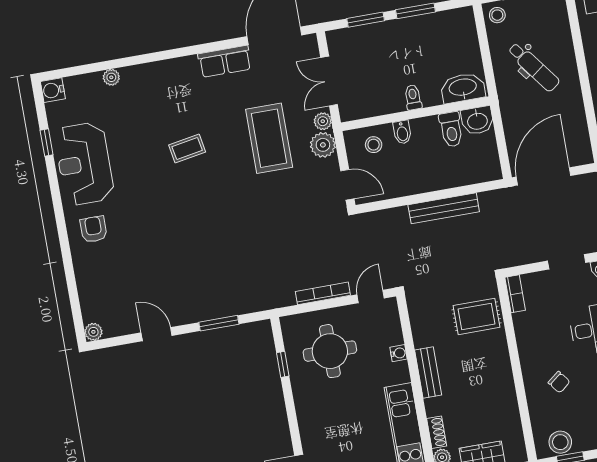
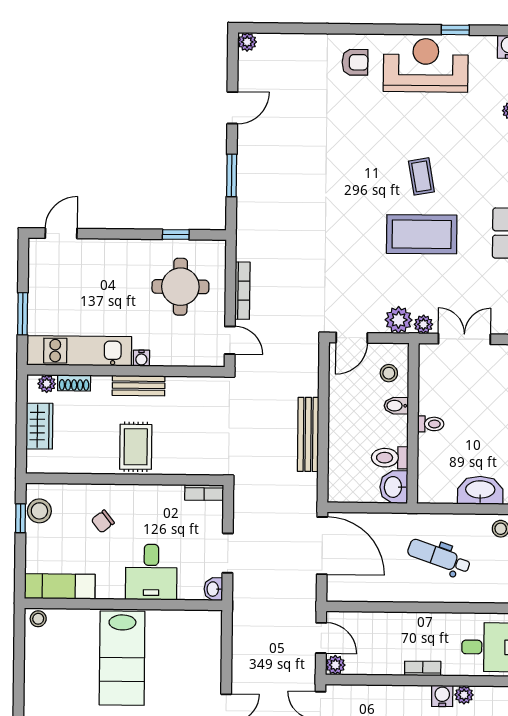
dental chair: (534, 67) -> (439, 557), turned 56
washbasin: (463, 88) -> (480, 490), moved, turned -90
coffee table: (269, 138) -> (422, 234), moved
rug: (476, 316) -> (136, 447), moved
water cooler: (399, 353) -> (141, 358), moved

